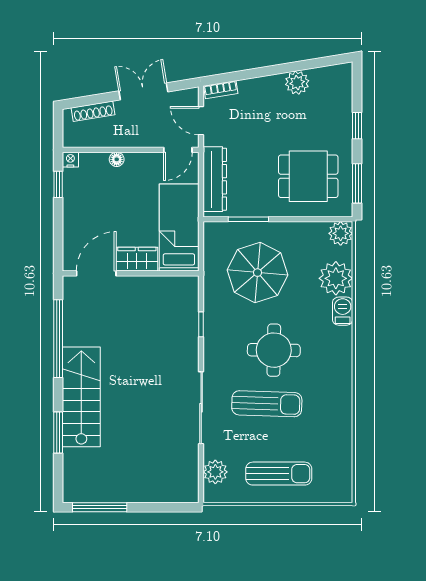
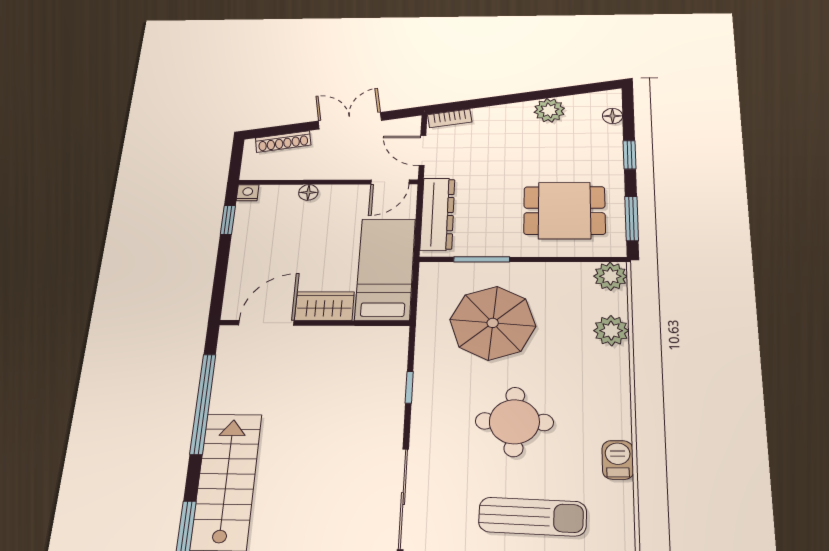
floor lamp: (345, 89) -> (612, 116), added
plant: (336, 278) -> (611, 331), width x0.73, depth x0.73
barbecue: (343, 311) -> (618, 460), moved
sun lounger: (267, 404) -> (533, 517), moved

